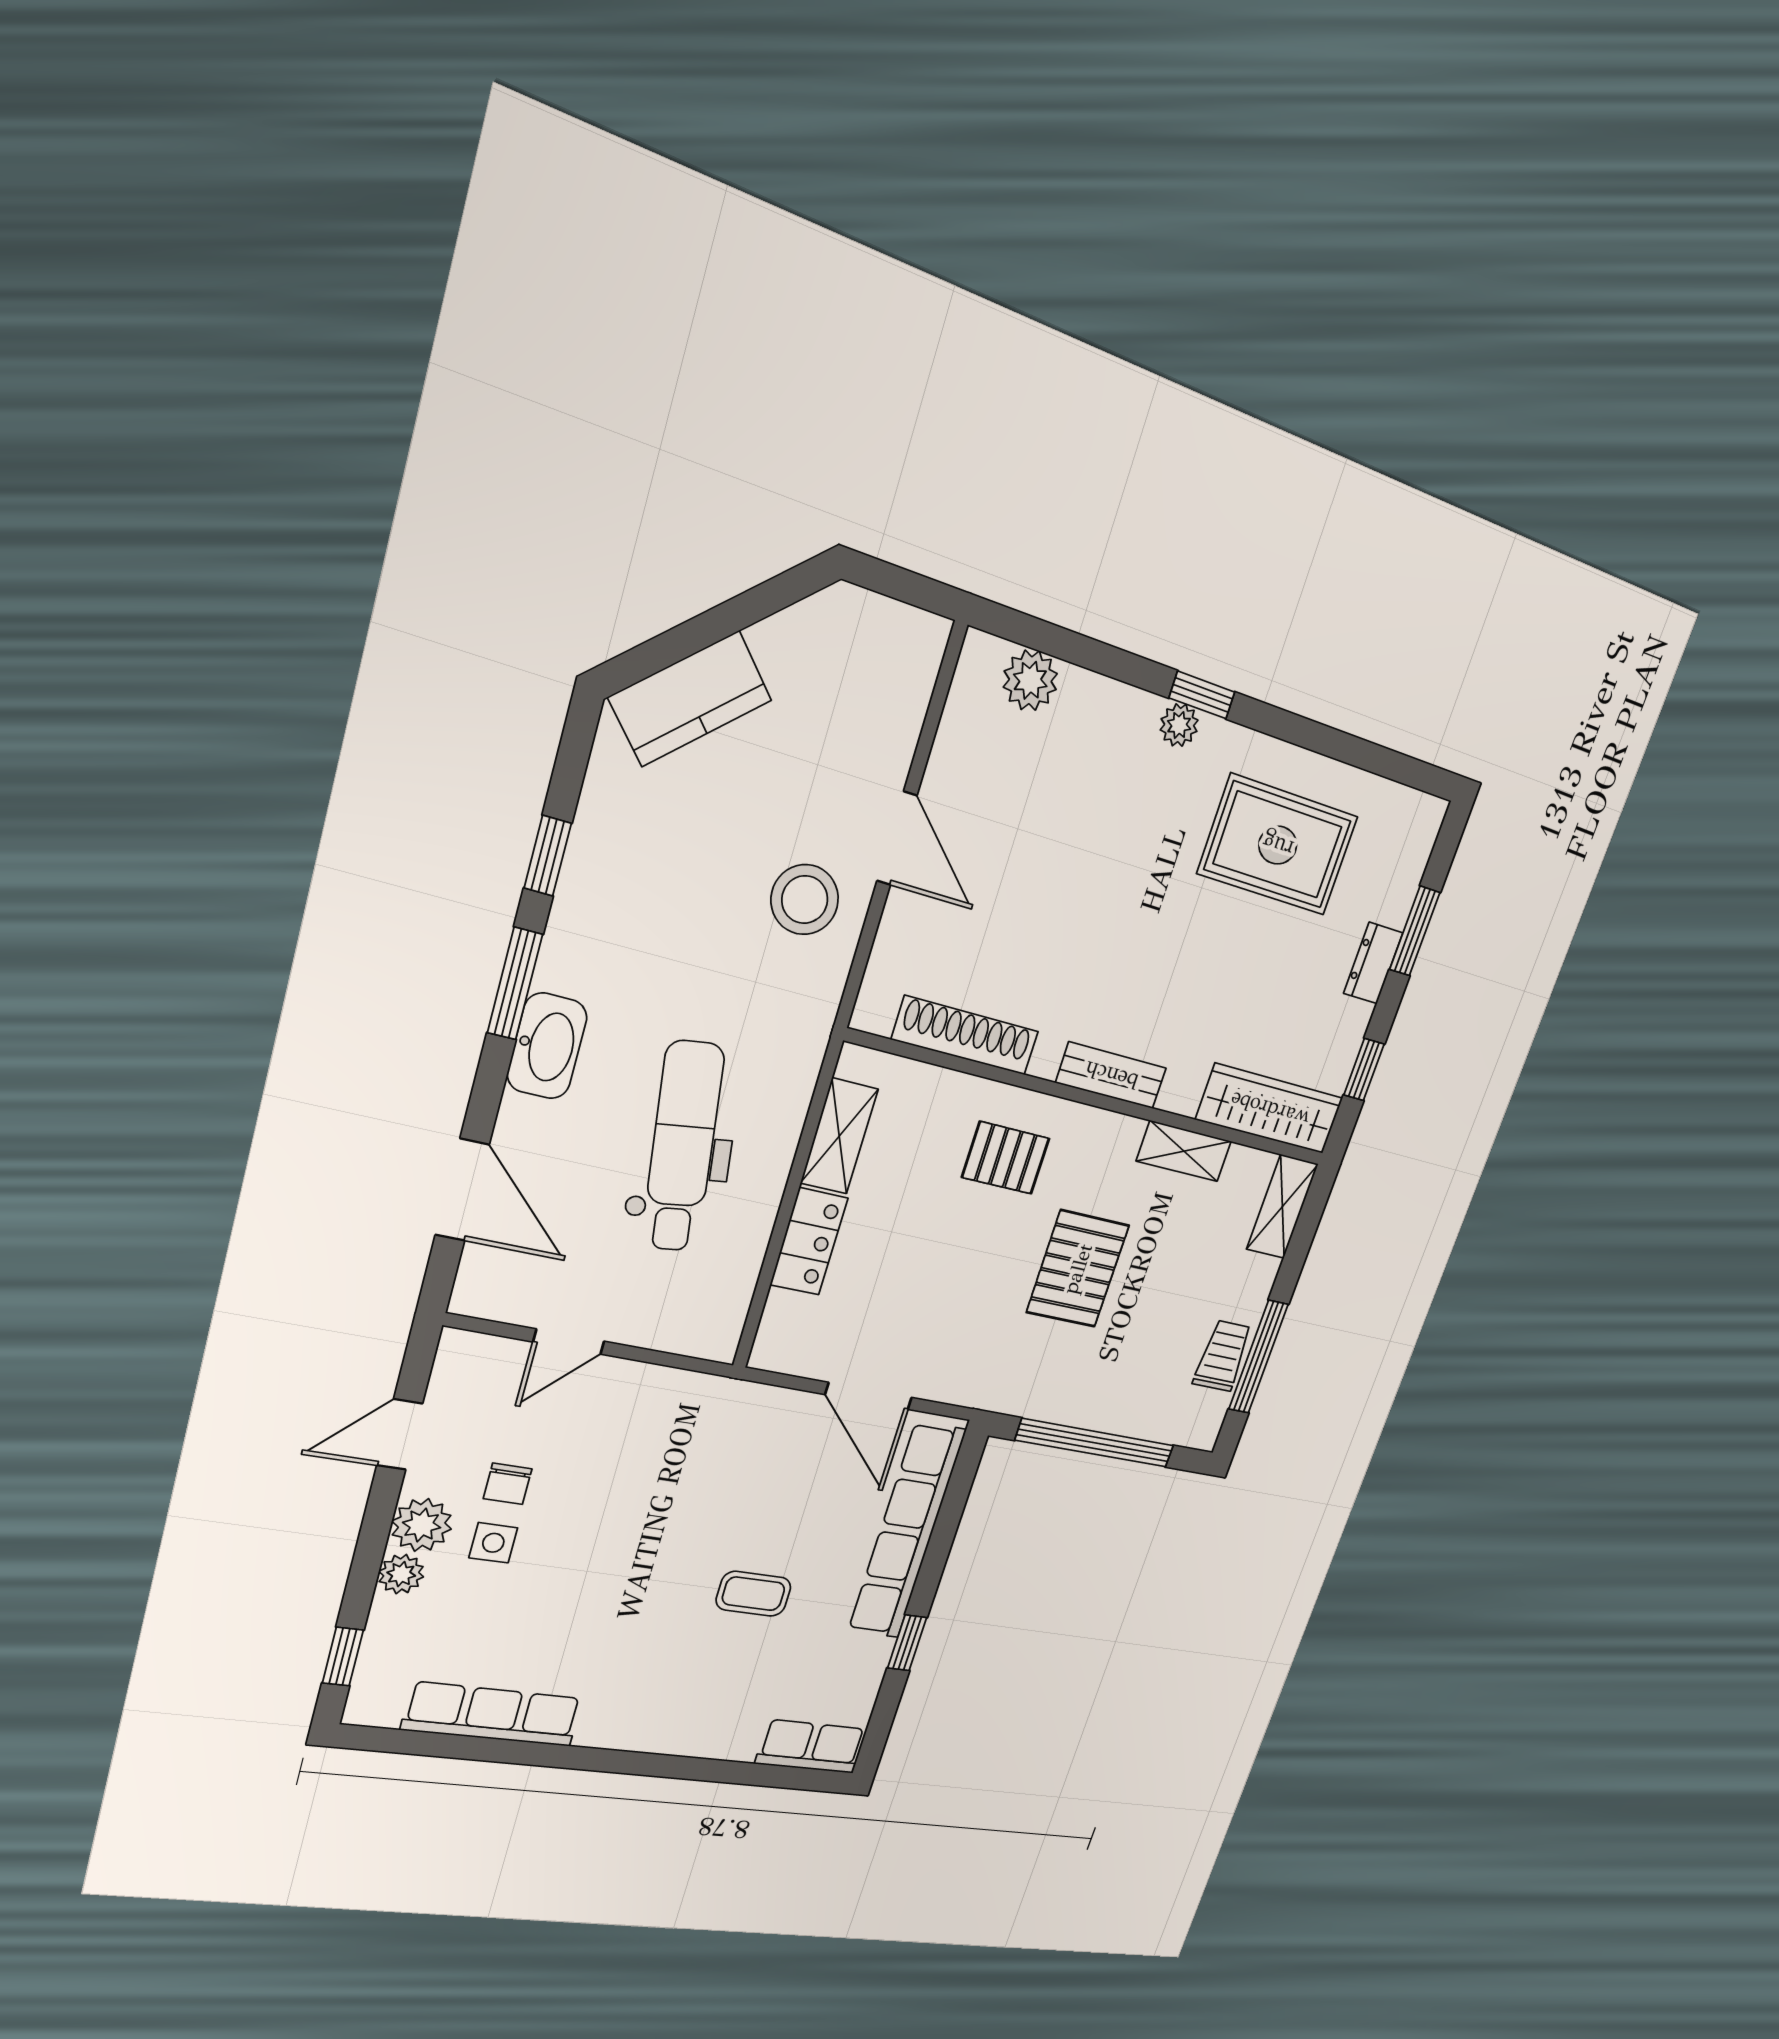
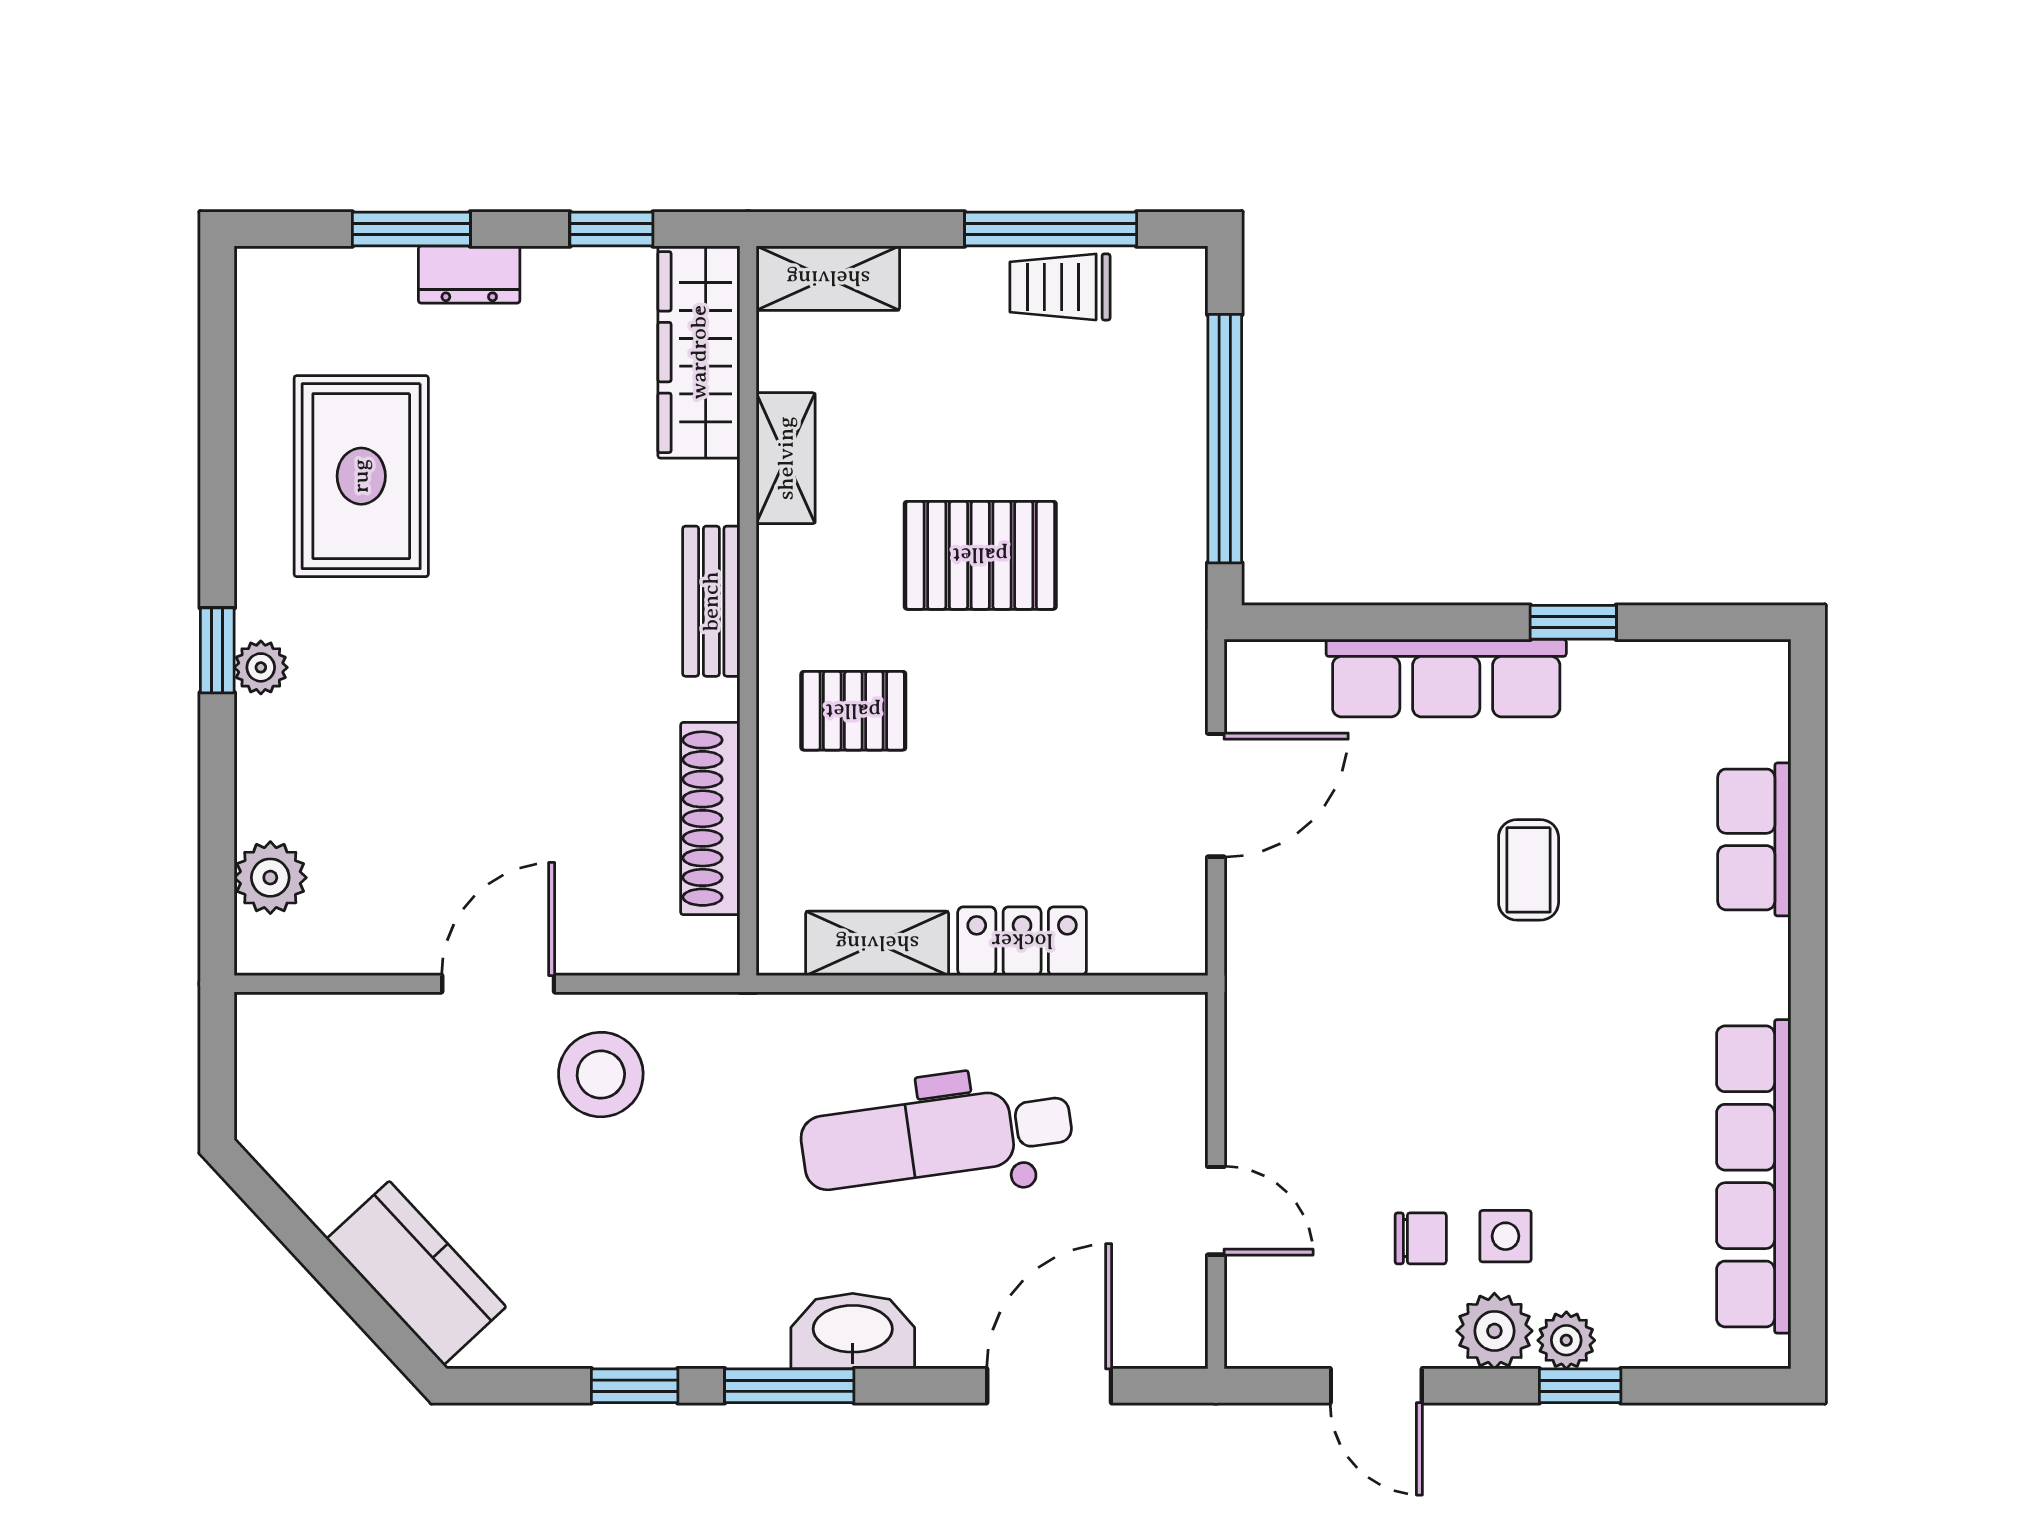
pallet: (1006, 1158) -> (853, 711), turned 90
row of seats: (907, 1531) -> (1446, 678), width x0.73
window: (343, 1656) -> (1580, 1386), moved
row of seats: (493, 1714) -> (1754, 1176), width x1.36
row of seats: (811, 1746) -> (1754, 839), moved

